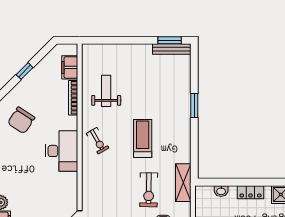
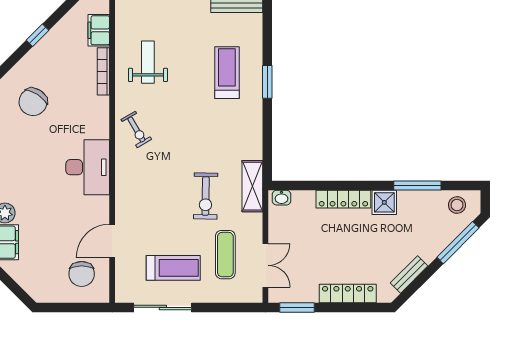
treadmill: (143, 139) -> (227, 73), moved
desk: (62, 151) -> (88, 167), moved
washbasin: (221, 191) -> (281, 198), moved
locker: (251, 192) -> (343, 199), width x1.53

